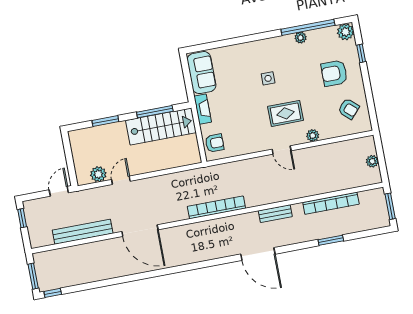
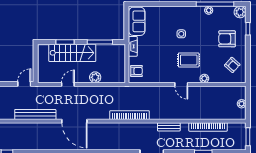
stairs: (161, 126) -> (72, 53), moved
plant: (98, 174) -> (95, 77), moved

